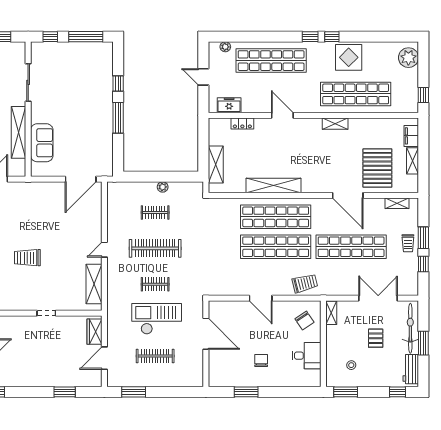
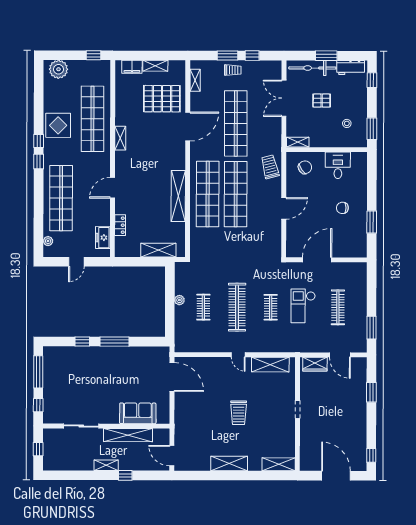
trolley: (27, 258) -> (239, 413), moved
checkout: (157, 319) -> (303, 306), width x0.73, depth x0.83

